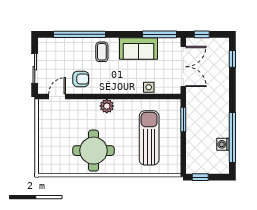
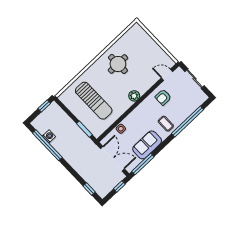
double door: (183, 67) -> (112, 159), swing flipped
door: (57, 97) -> (167, 75), swing flipped
round table: (94, 151) -> (118, 64), width x0.73, depth x0.73

